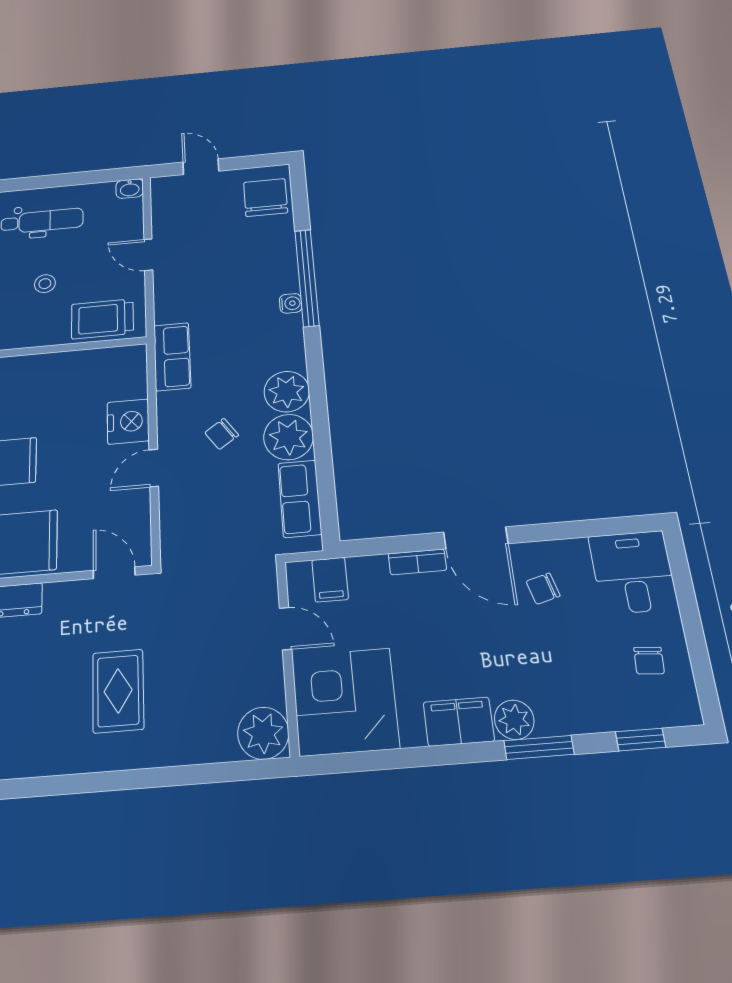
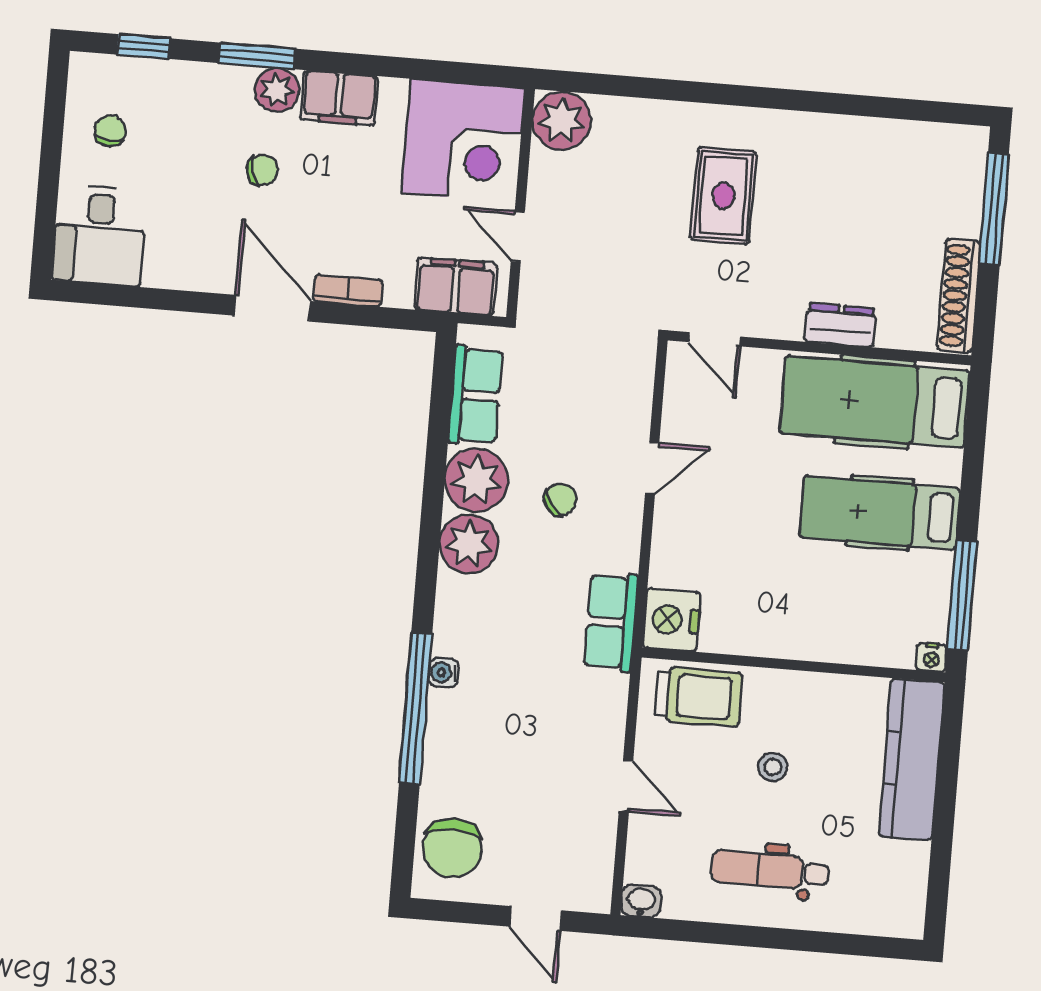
nightstand: (128, 422) -> (672, 620), moved
filing cabinet: (330, 580) -> (456, 286), width x2.00
chair: (543, 589) -> (262, 170), moved

